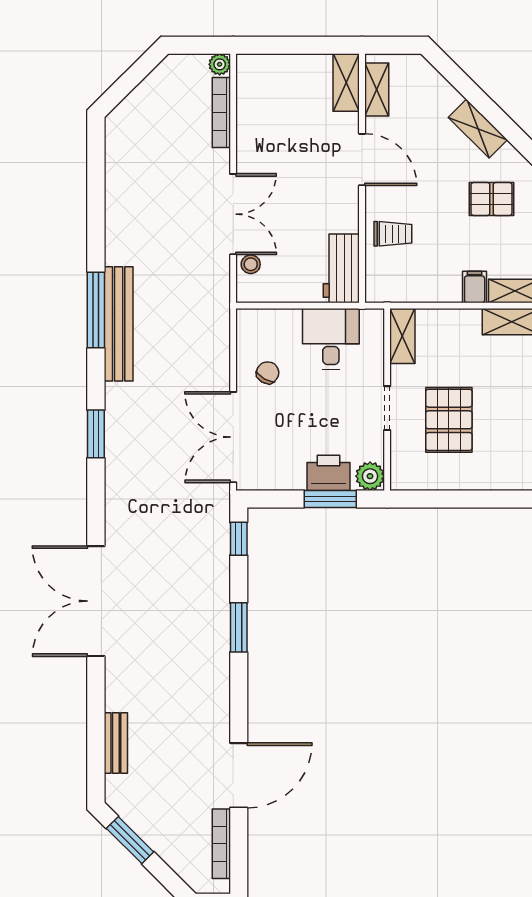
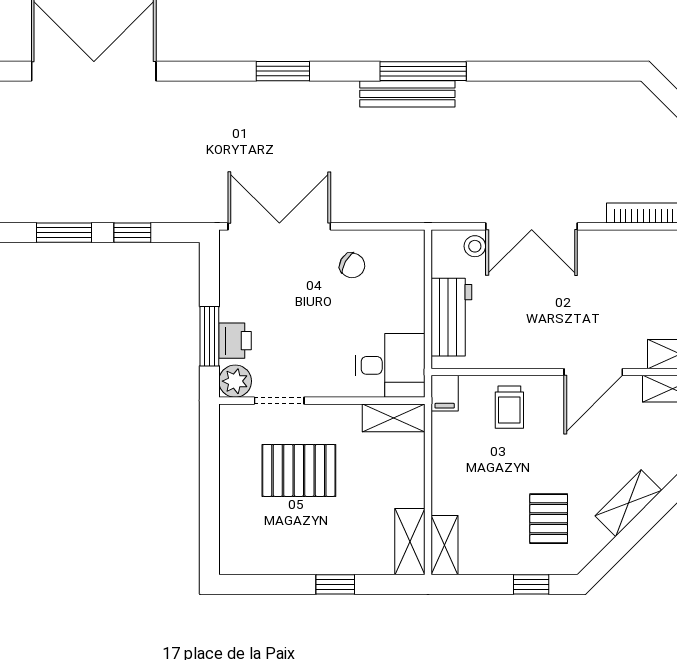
workbench: (341, 268) -> (451, 317), moved, turned 90
filing cabinet: (475, 287) -> (445, 393), moved, turned 90
bench: (119, 324) -> (407, 94), width x0.73, depth x0.82
desk: (331, 339) -> (390, 365), moved
doorway: (387, 408) -> (279, 401), moved
printer: (329, 473) -> (235, 341), width x0.73, depth x0.81
window: (239, 539) -> (132, 233), moved

